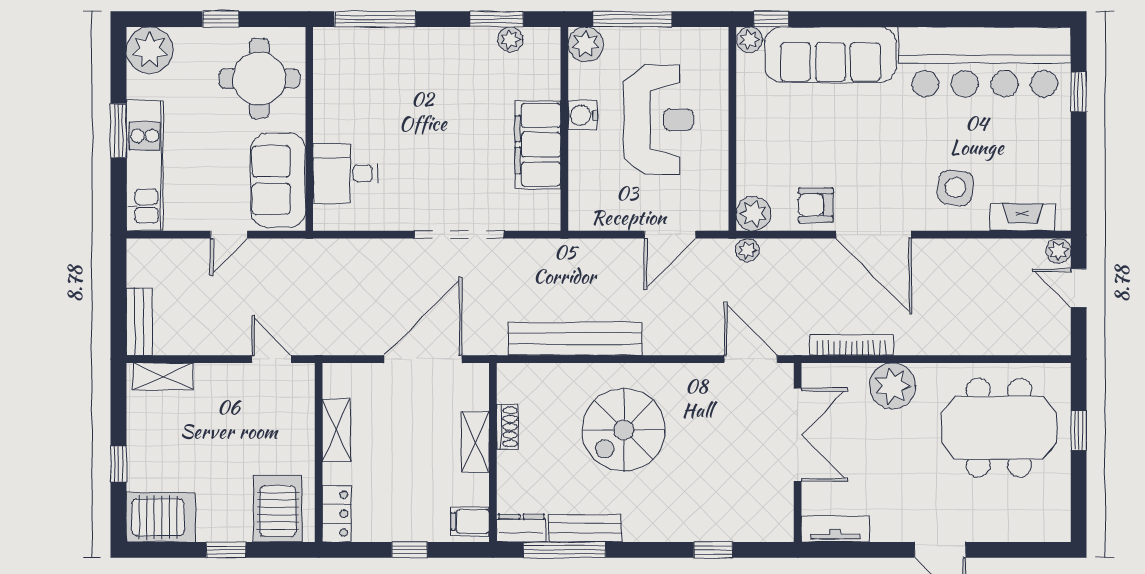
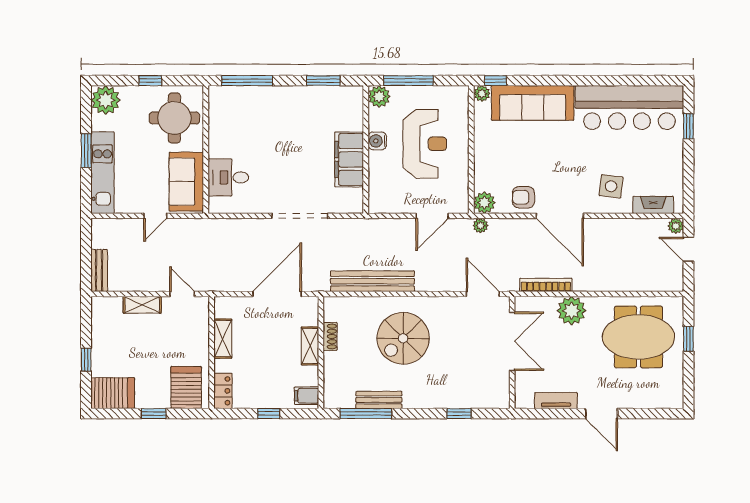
plant: (510, 39) -> (332, 93), removed
shelving: (163, 376) -> (142, 305), moved
dresser: (521, 528) -> (339, 400), removed
tv unit: (835, 529) -> (556, 401), moved

